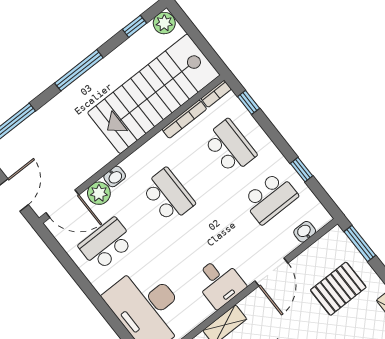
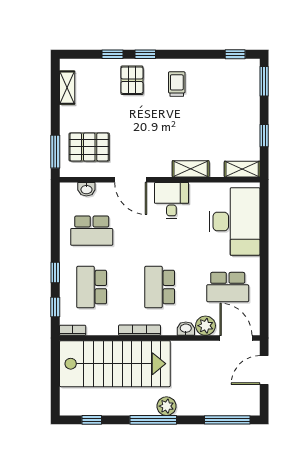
plant: (164, 23) -> (166, 406), moved
bookcase: (184, 119) -> (140, 330), moved
window: (302, 170) -> (55, 272), moved
school desk: (270, 198) -> (92, 231), turned 180
door: (271, 272) -> (131, 180), swing flipped
pallet: (338, 289) -> (89, 147), moved

